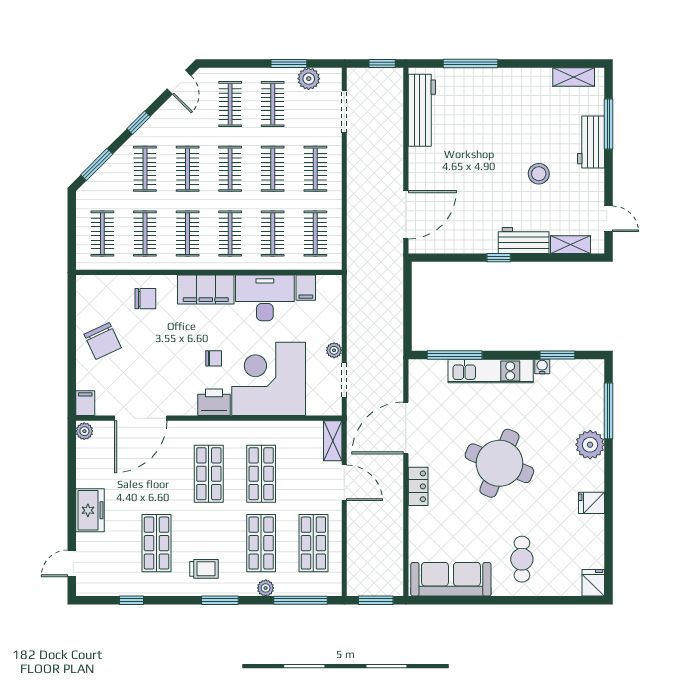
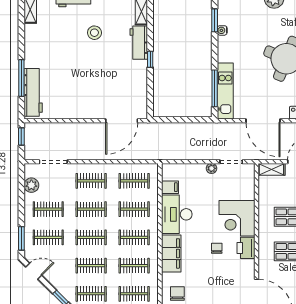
window: (289, 64) -> (21, 238), moved
workbench: (422, 110) -> (33, 92), moved, turned 90
door: (406, 215) -> (122, 121), swing flipped
kitchen unit: (491, 371) -> (225, 91), moved
corner desk: (269, 379) -> (237, 218), width x0.74, depth x0.74

